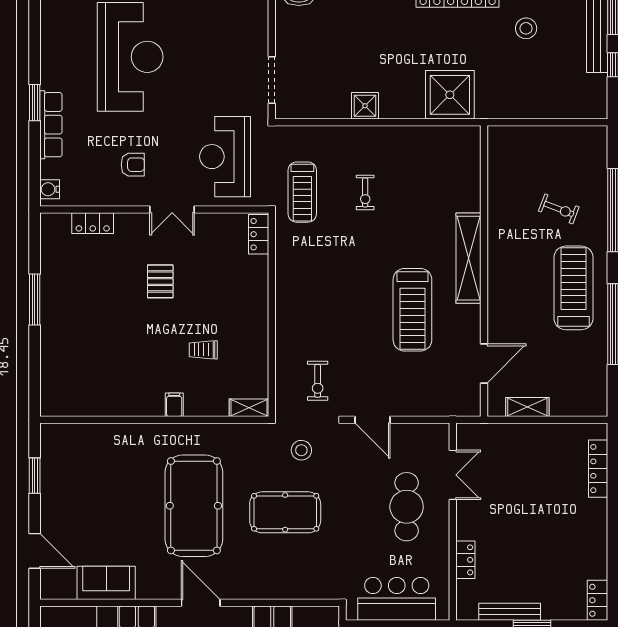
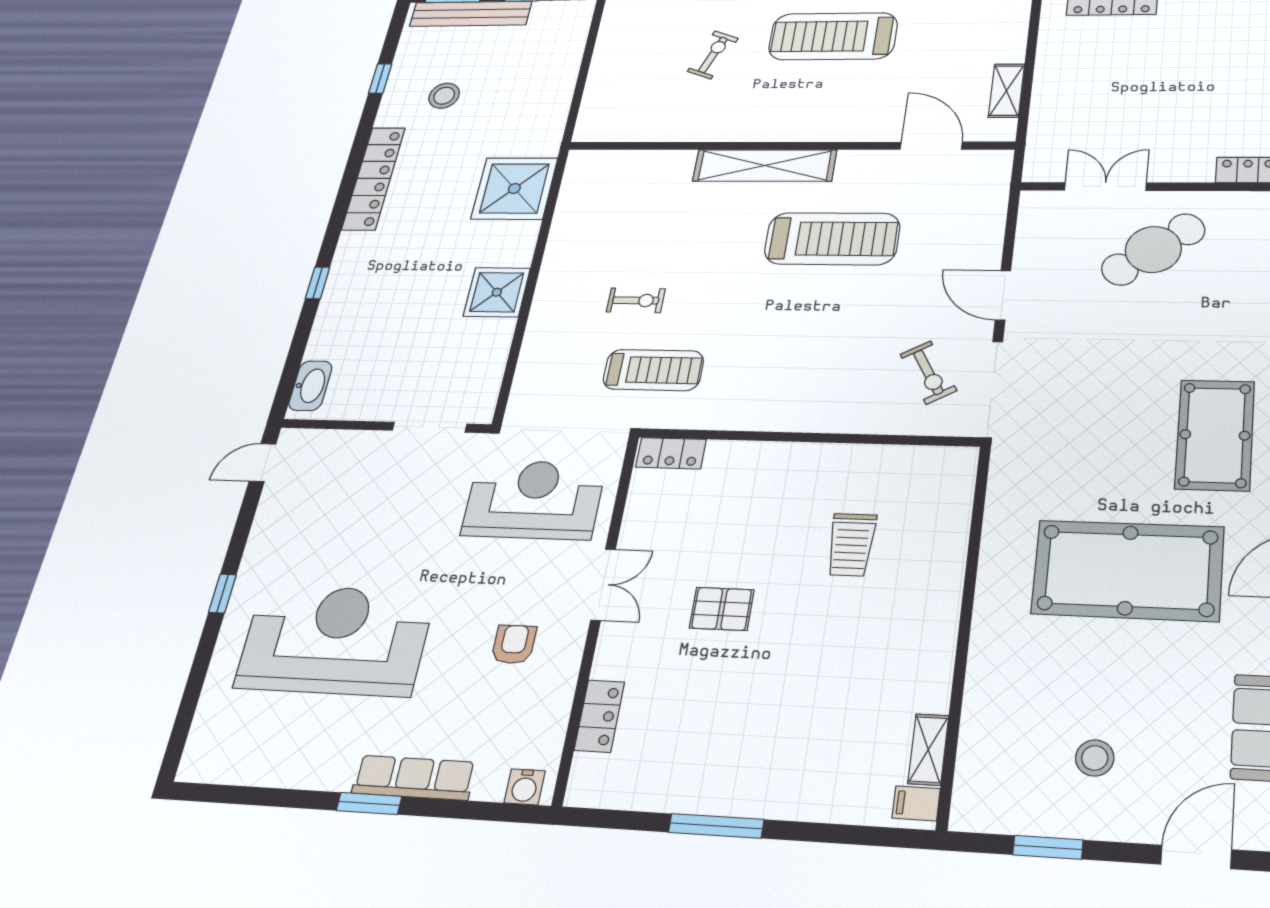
shower: (365, 106) -> (497, 292), width x1.36, depth x1.36
reception desk: (225, 157) -> (534, 500), turned 180
treadmill: (302, 192) -> (653, 370), moved
trolley: (203, 350) -> (851, 545), width x1.36, depth x1.39
exercise bike: (318, 381) -> (928, 372), turned 60
filing cabinet: (174, 405) -> (916, 803), moved
shelving: (249, 408) -> (928, 749), moved
door: (373, 420) -> (1003, 295), swing flipped
stool: (301, 450) -> (1095, 758), moved
cafe table: (407, 507) -> (1153, 249), turned -38
pool table: (285, 512) -> (1215, 435), moved

